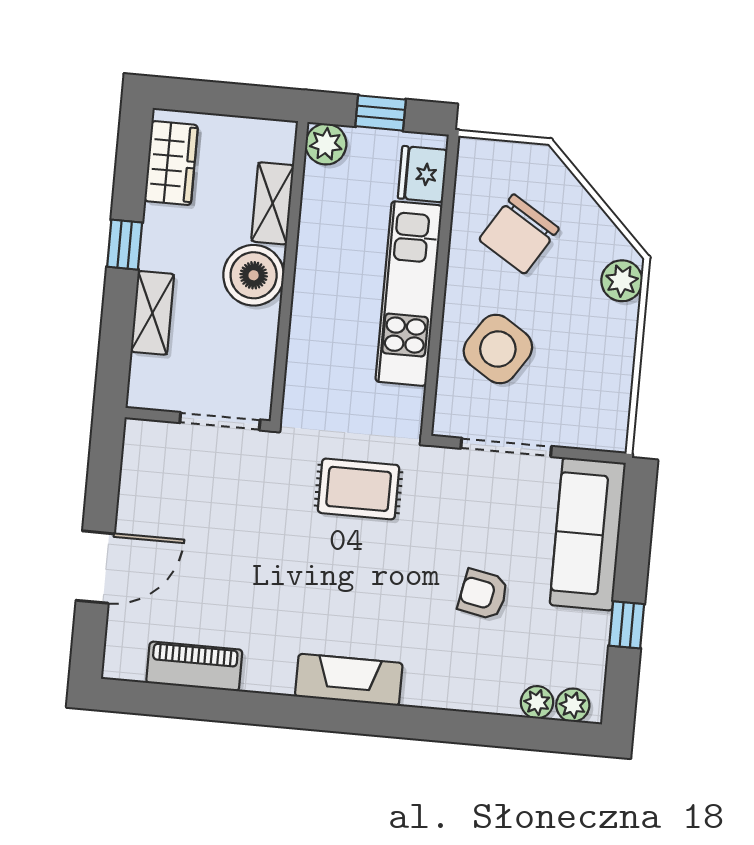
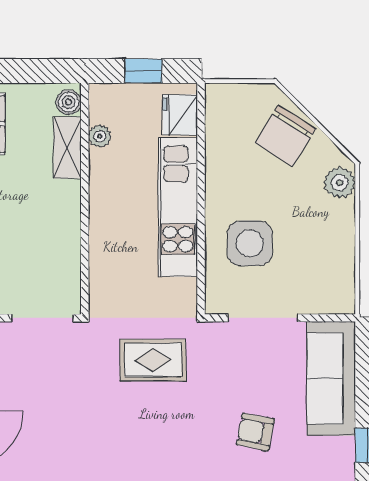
plant: (326, 144) -> (100, 136), moved, width x0.73, depth x0.73
chair: (519, 234) -> (285, 136), moved
boiler: (254, 275) -> (69, 102), moved, width x0.54, depth x0.54
side table: (498, 349) -> (250, 243), turned -33

